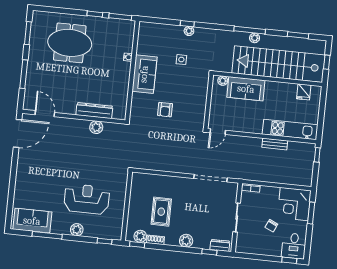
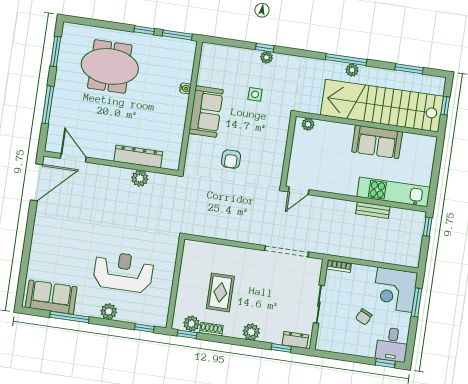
sofa: (246, 89) -> (377, 142), moved
fridge: (304, 92) -> (413, 143), removed

